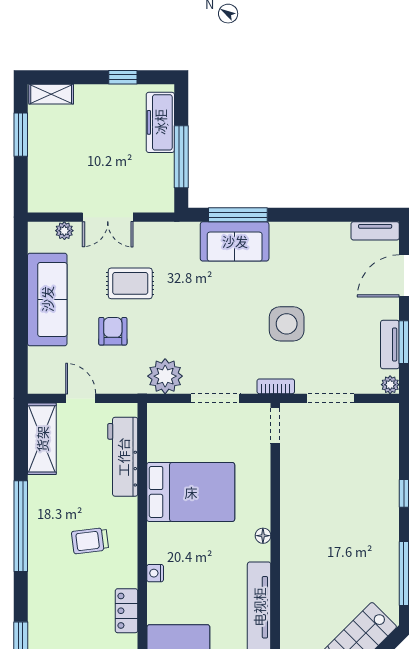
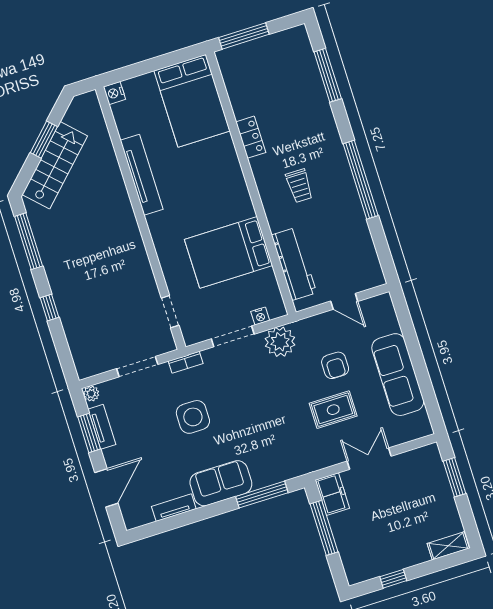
freezer: (160, 122) -> (332, 494), moved, width x0.71
window: (21, 135) -> (454, 477), moved
plant: (64, 231) -> (402, 436), removed
tv unit: (375, 231) -> (174, 508), moved
sofa: (235, 241) -> (221, 483), moved
doorway: (275, 426) -> (170, 312), moved
shelving: (42, 439) -> (366, 258), removed
floor lamp: (263, 536) -> (157, 235), removed
trolley: (90, 541) -> (299, 186), turned 97
nightstand: (155, 573) -> (260, 316), moved, turned 90

